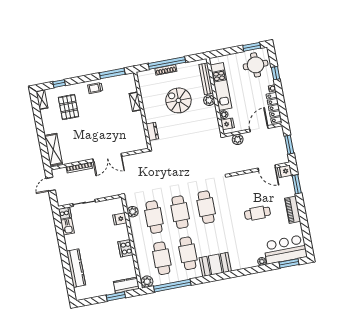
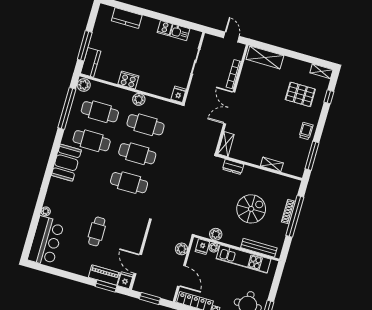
plant: (209, 100) -> (216, 234), moved
shelving: (137, 146) -> (226, 144), added
door: (267, 168) -> (138, 264), hinge flipped
piano: (293, 210) -> (104, 275), moved
plant: (133, 212) -> (139, 99), moved
cooker: (65, 213) -> (165, 28), moved
fridge: (120, 219) -> (179, 94), moved
window: (289, 263) -> (30, 238), removed
kitchen counter: (76, 268) -> (127, 18), width x0.67
window: (116, 296) -> (85, 46), width x1.44

